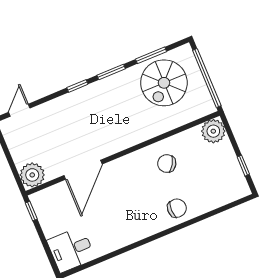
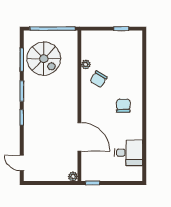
plant: (213, 131) -> (86, 65), moved, width x0.53, depth x0.53
plant: (32, 175) -> (73, 176), width x0.53, depth x0.53
chair: (177, 208) -> (123, 106), moved
desk: (71, 250) -> (128, 153), moved, turned -90

